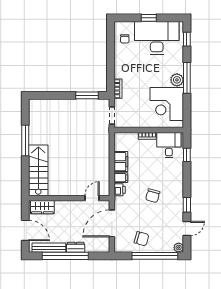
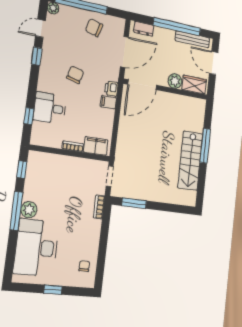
desk: (157, 38) -> (36, 248), moved, turned 90
window: (187, 39) -> (22, 169), moved
corner desk: (167, 104) -> (45, 182), removed
window: (25, 141) -> (205, 146), moved
desk: (169, 145) -> (50, 108), moved, turned 90
filing cabinet: (121, 162) -> (96, 146), moved, turned 90
stairs: (38, 170) -> (190, 161), moved
door: (92, 198) -> (142, 85), width x1.88
plant: (62, 207) -> (175, 81), added
dresser: (76, 247) -> (144, 29), moved

